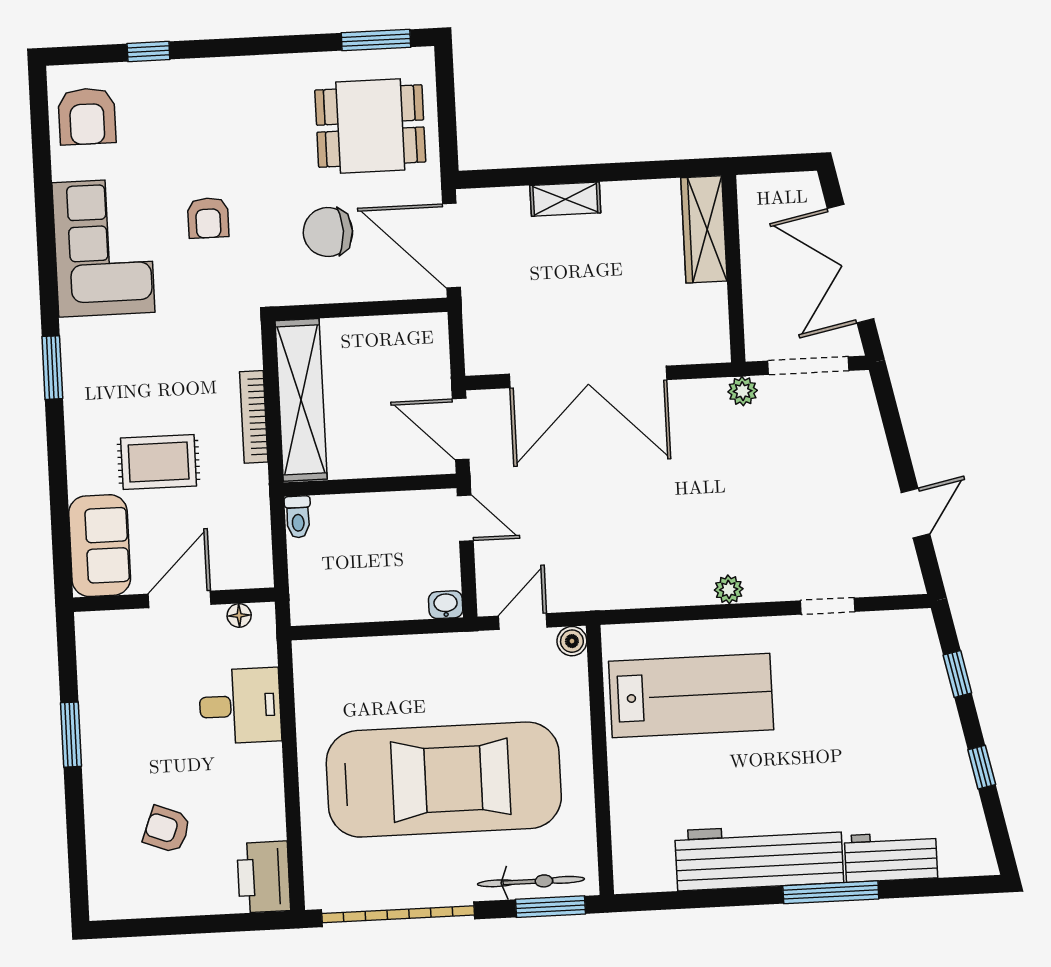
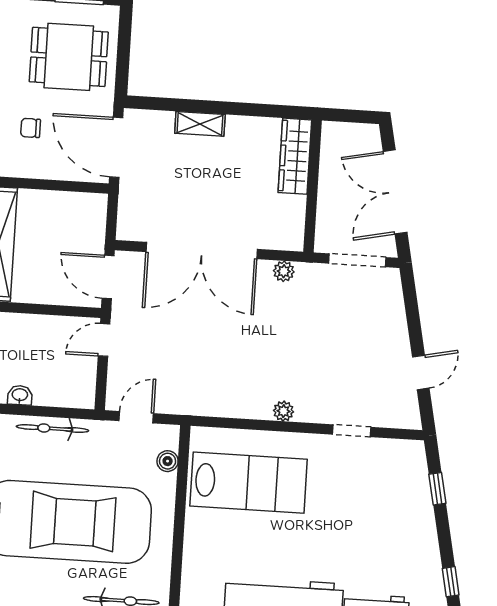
chair: (328, 232) -> (31, 128), width x0.54, depth x0.54
plant: (743, 391) -> (284, 271), moved
door: (465, 518) -> (104, 340), swing flipped
washbasin: (446, 605) -> (20, 395), moved
boiler: (572, 641) -> (168, 461), moved
bicycle: (407, 651) -> (52, 429), added
window: (982, 767) -> (451, 582), moved

